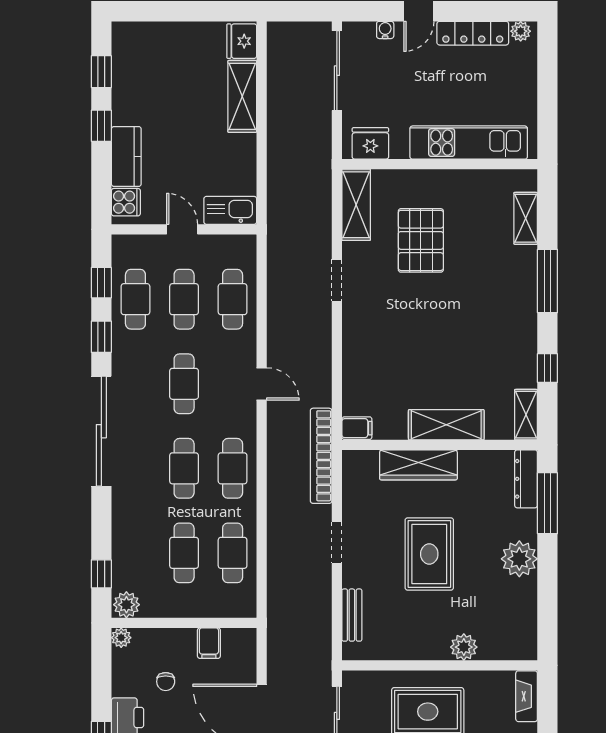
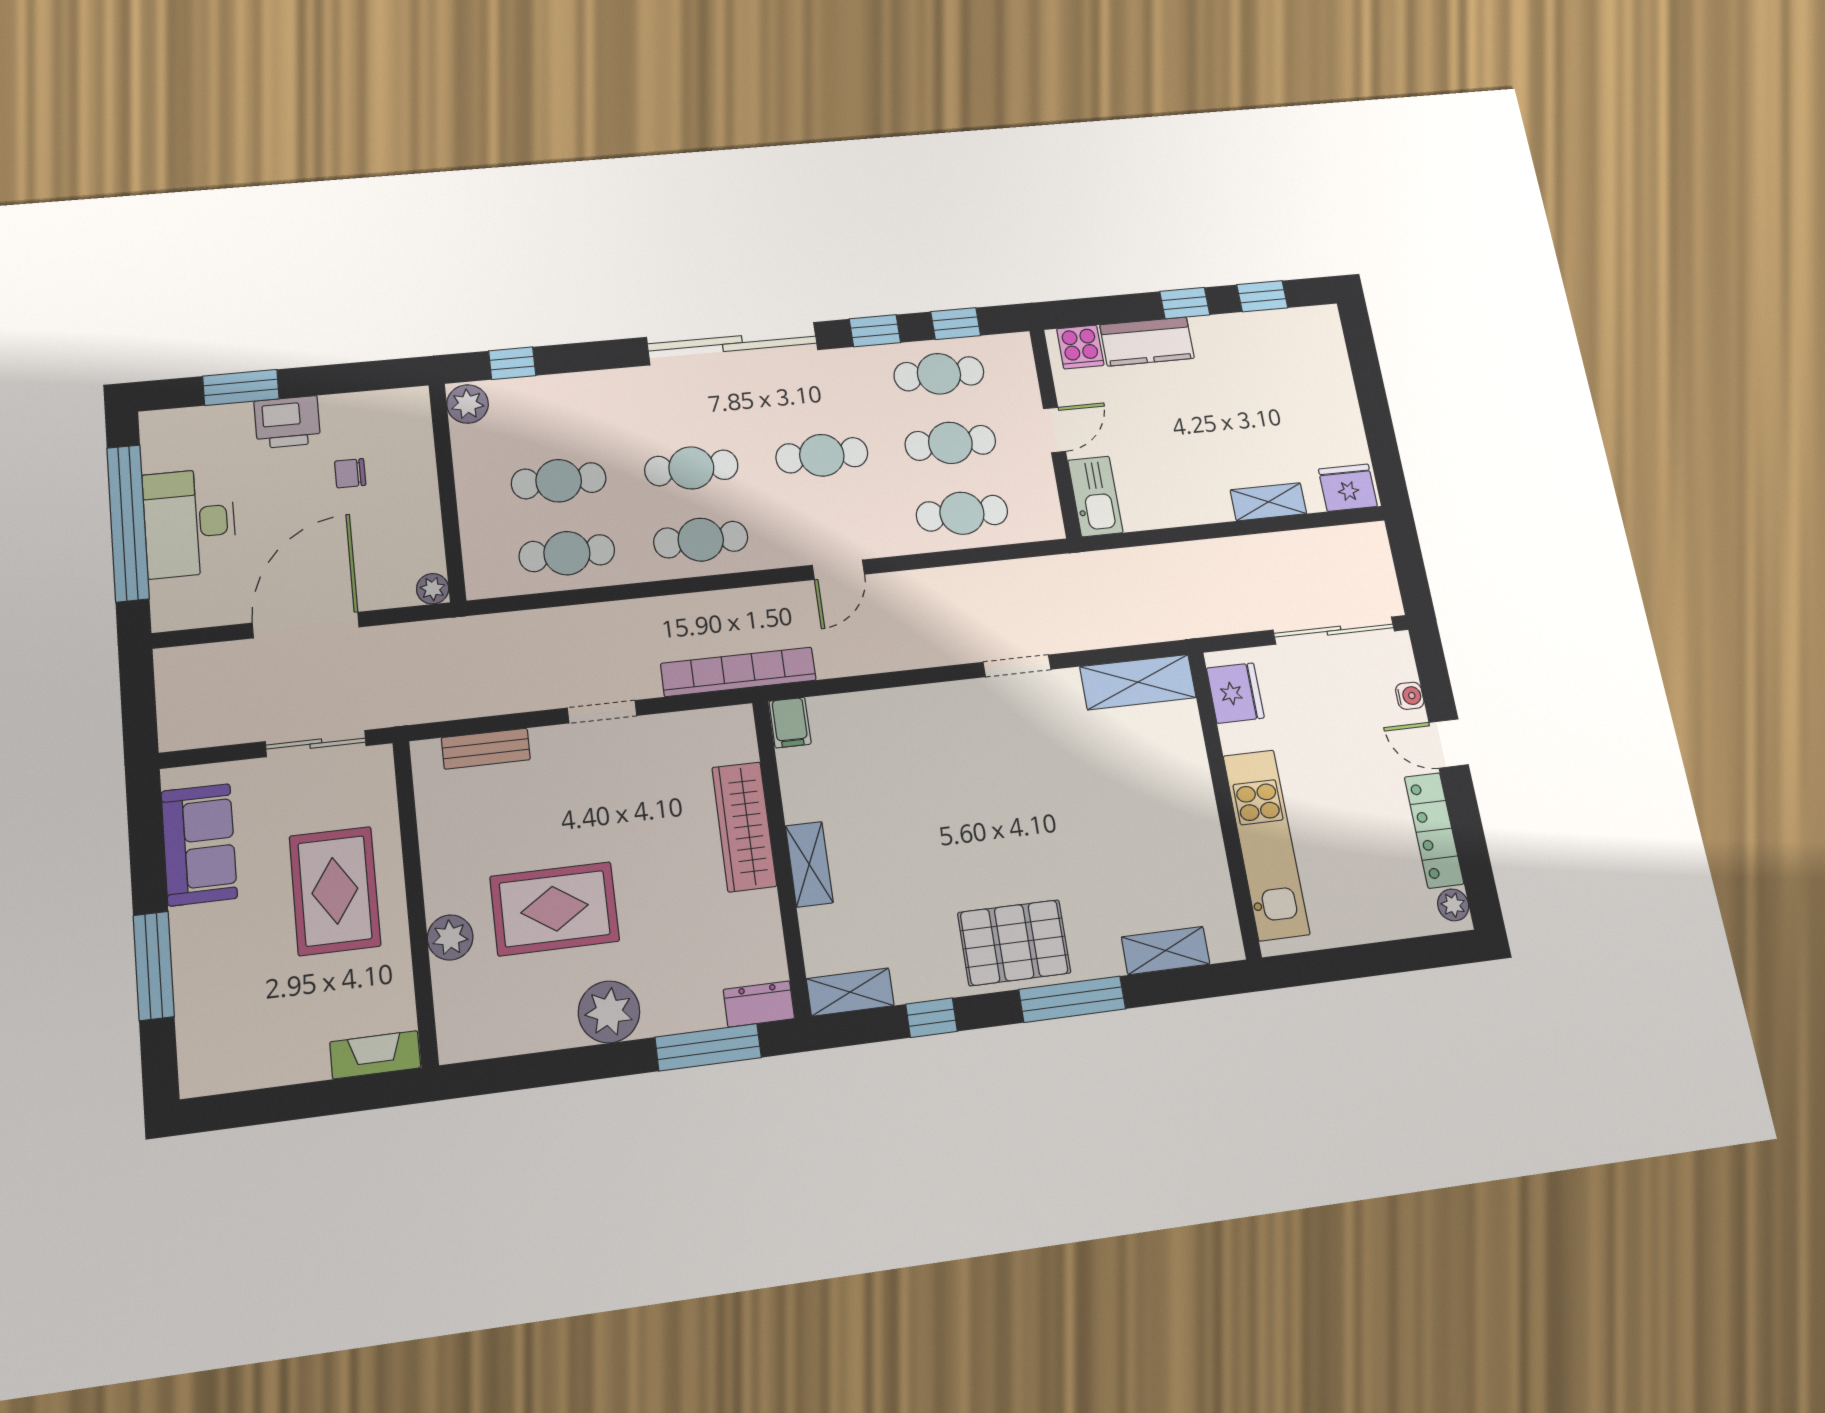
shelving: (242, 96) -> (1268, 502), width x0.67, depth x0.75
pallet: (421, 240) -> (1014, 943), moved
shelving: (446, 425) -> (809, 864), width x0.67, depth x0.75
dresser: (526, 479) -> (759, 1004), width x0.70
rug: (429, 554) -> (555, 909), moved
plant: (121, 638) -> (433, 589), moved
filing cabinet: (209, 643) -> (418, 532), removed

